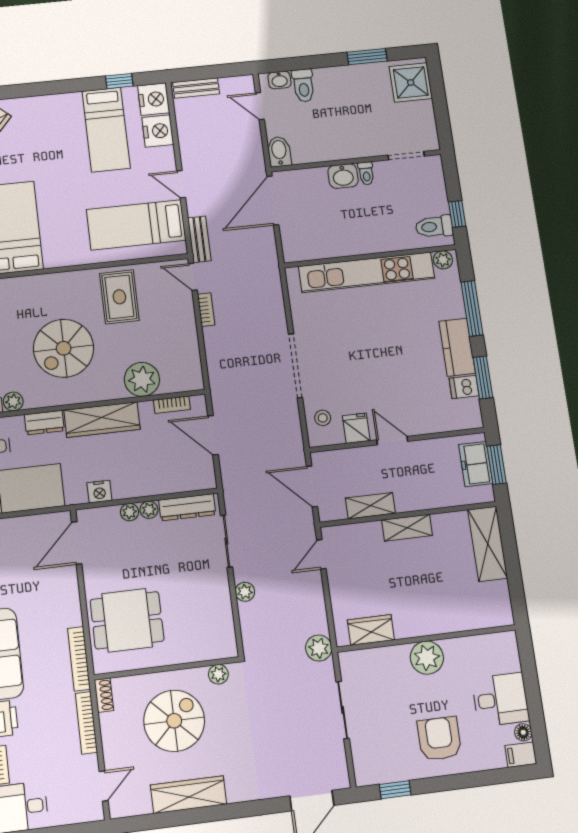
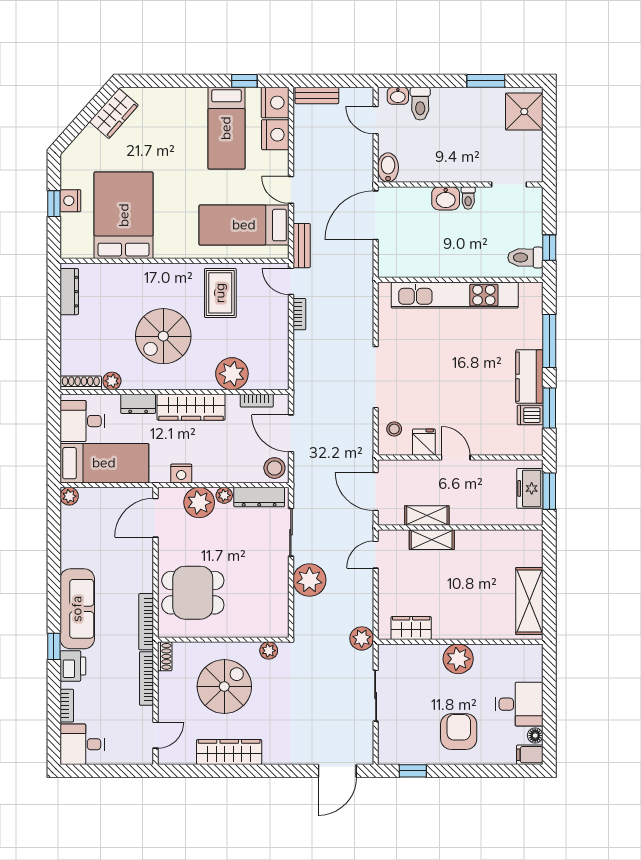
plant: (443, 260) -> (529, 291), removed
stool: (200, 474) -> (274, 468), added
plant: (129, 512) -> (199, 502), width x1.87, depth x1.87
shelving: (407, 528) -> (432, 540), moved
shelving: (488, 544) -> (529, 601), moved
plant: (245, 592) -> (309, 580), width x1.88, depth x1.88

